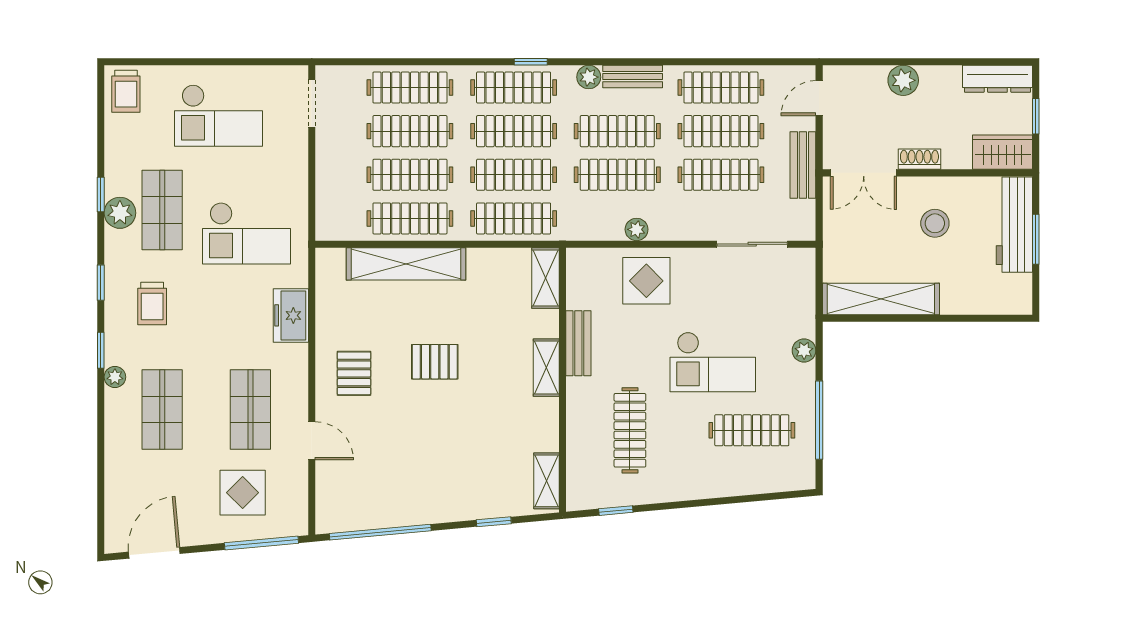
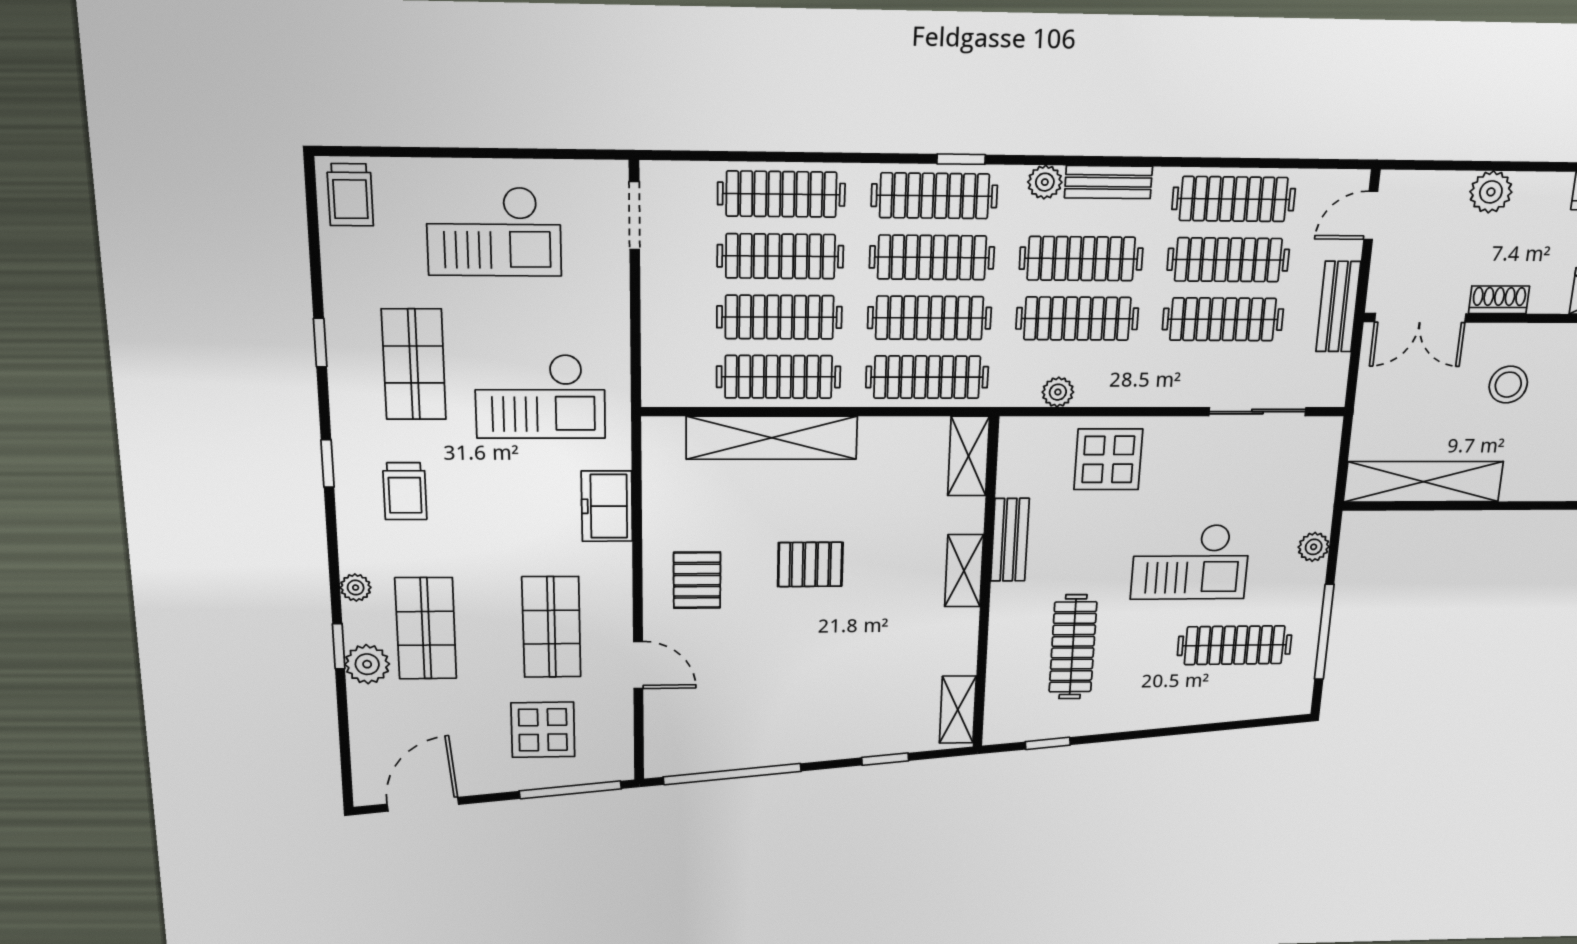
plant: (120, 213) -> (367, 664), moved
plant: (637, 229) -> (1058, 392), moved
window: (101, 350) -> (339, 646), moved

